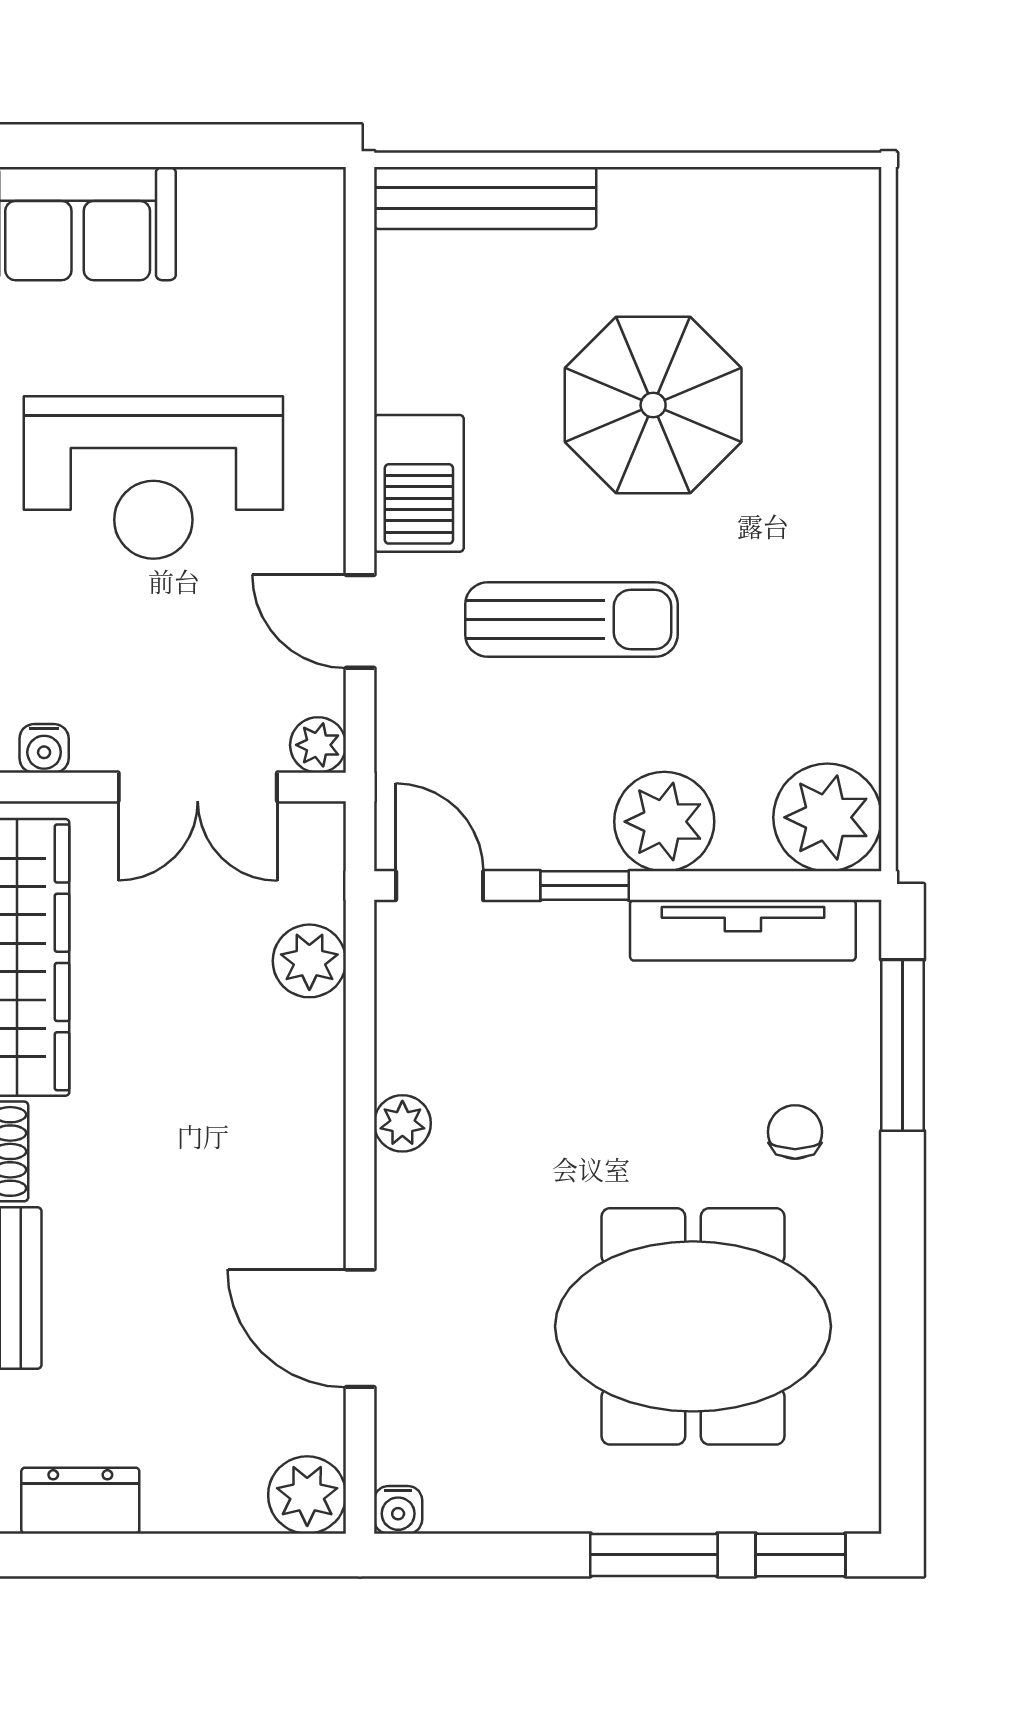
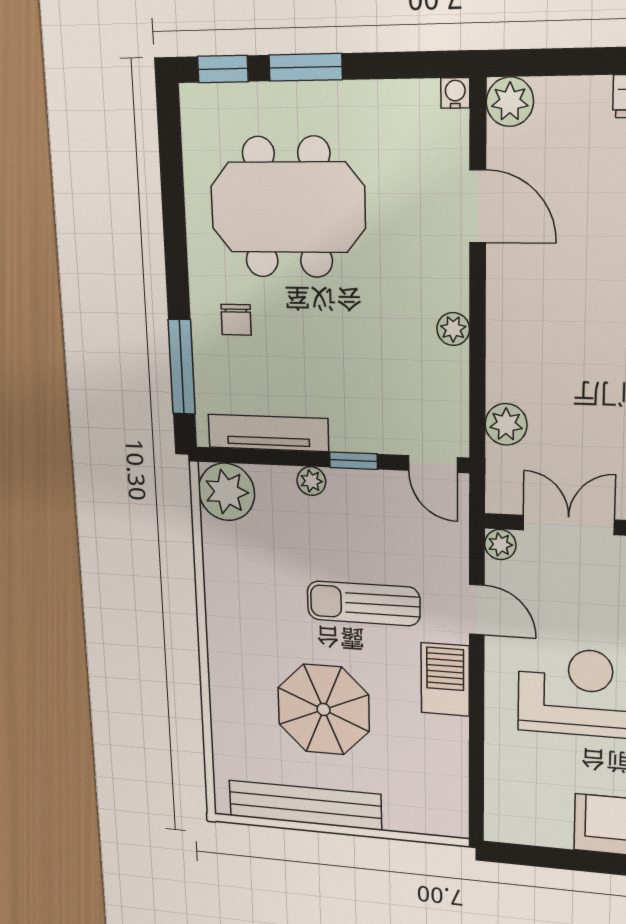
bench: (485, 198) -> (305, 805), moved, width x1.37, depth x1.21
plant: (664, 822) -> (311, 481), width x0.53, depth x0.53

